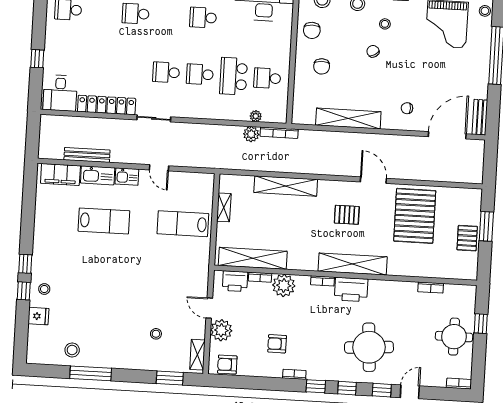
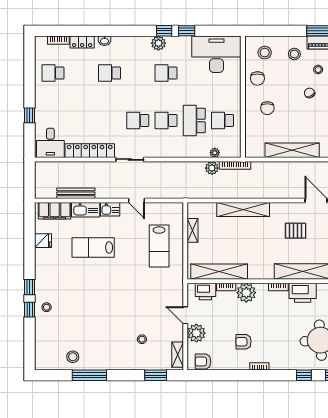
lab bench: (104, 221) -> (93, 248), turned 180
lab bench: (183, 224) -> (159, 246), turned -90
fridge: (38, 316) -> (43, 241), moved
window: (316, 386) -> (278, 375), removed

